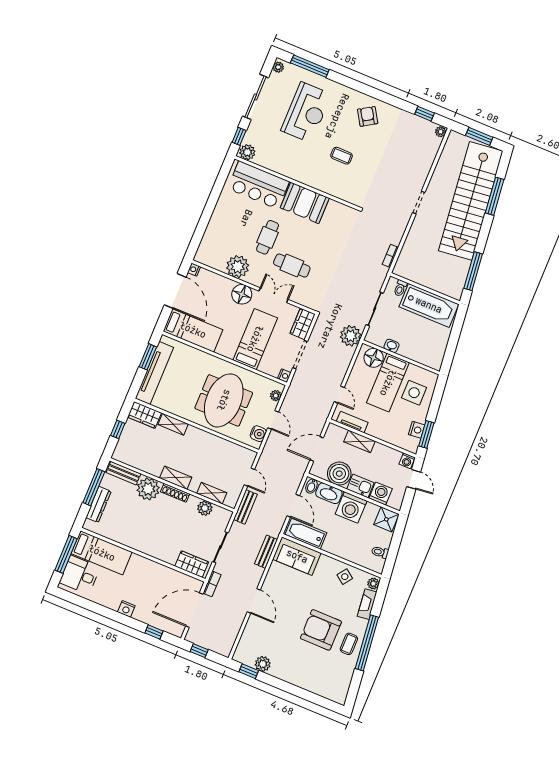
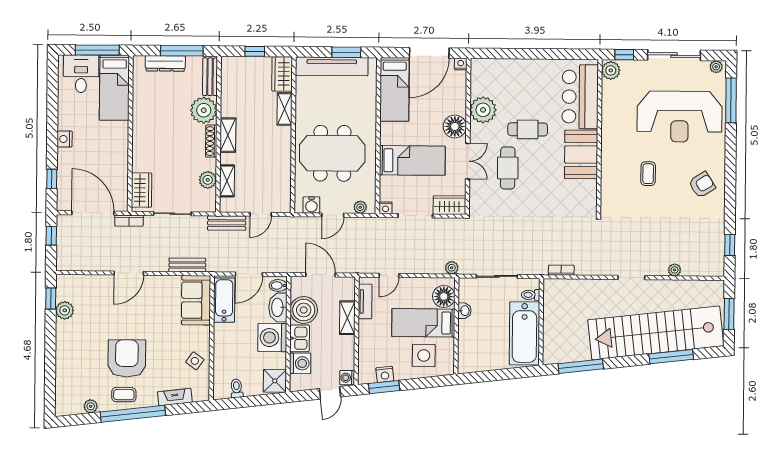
reception desk: (306, 112) -> (680, 117), width x1.36, depth x1.30
plant: (441, 132) -> (675, 270), moved
plant: (351, 336) -> (452, 268), width x0.53, depth x0.53
plant: (373, 584) -> (91, 406), moved

